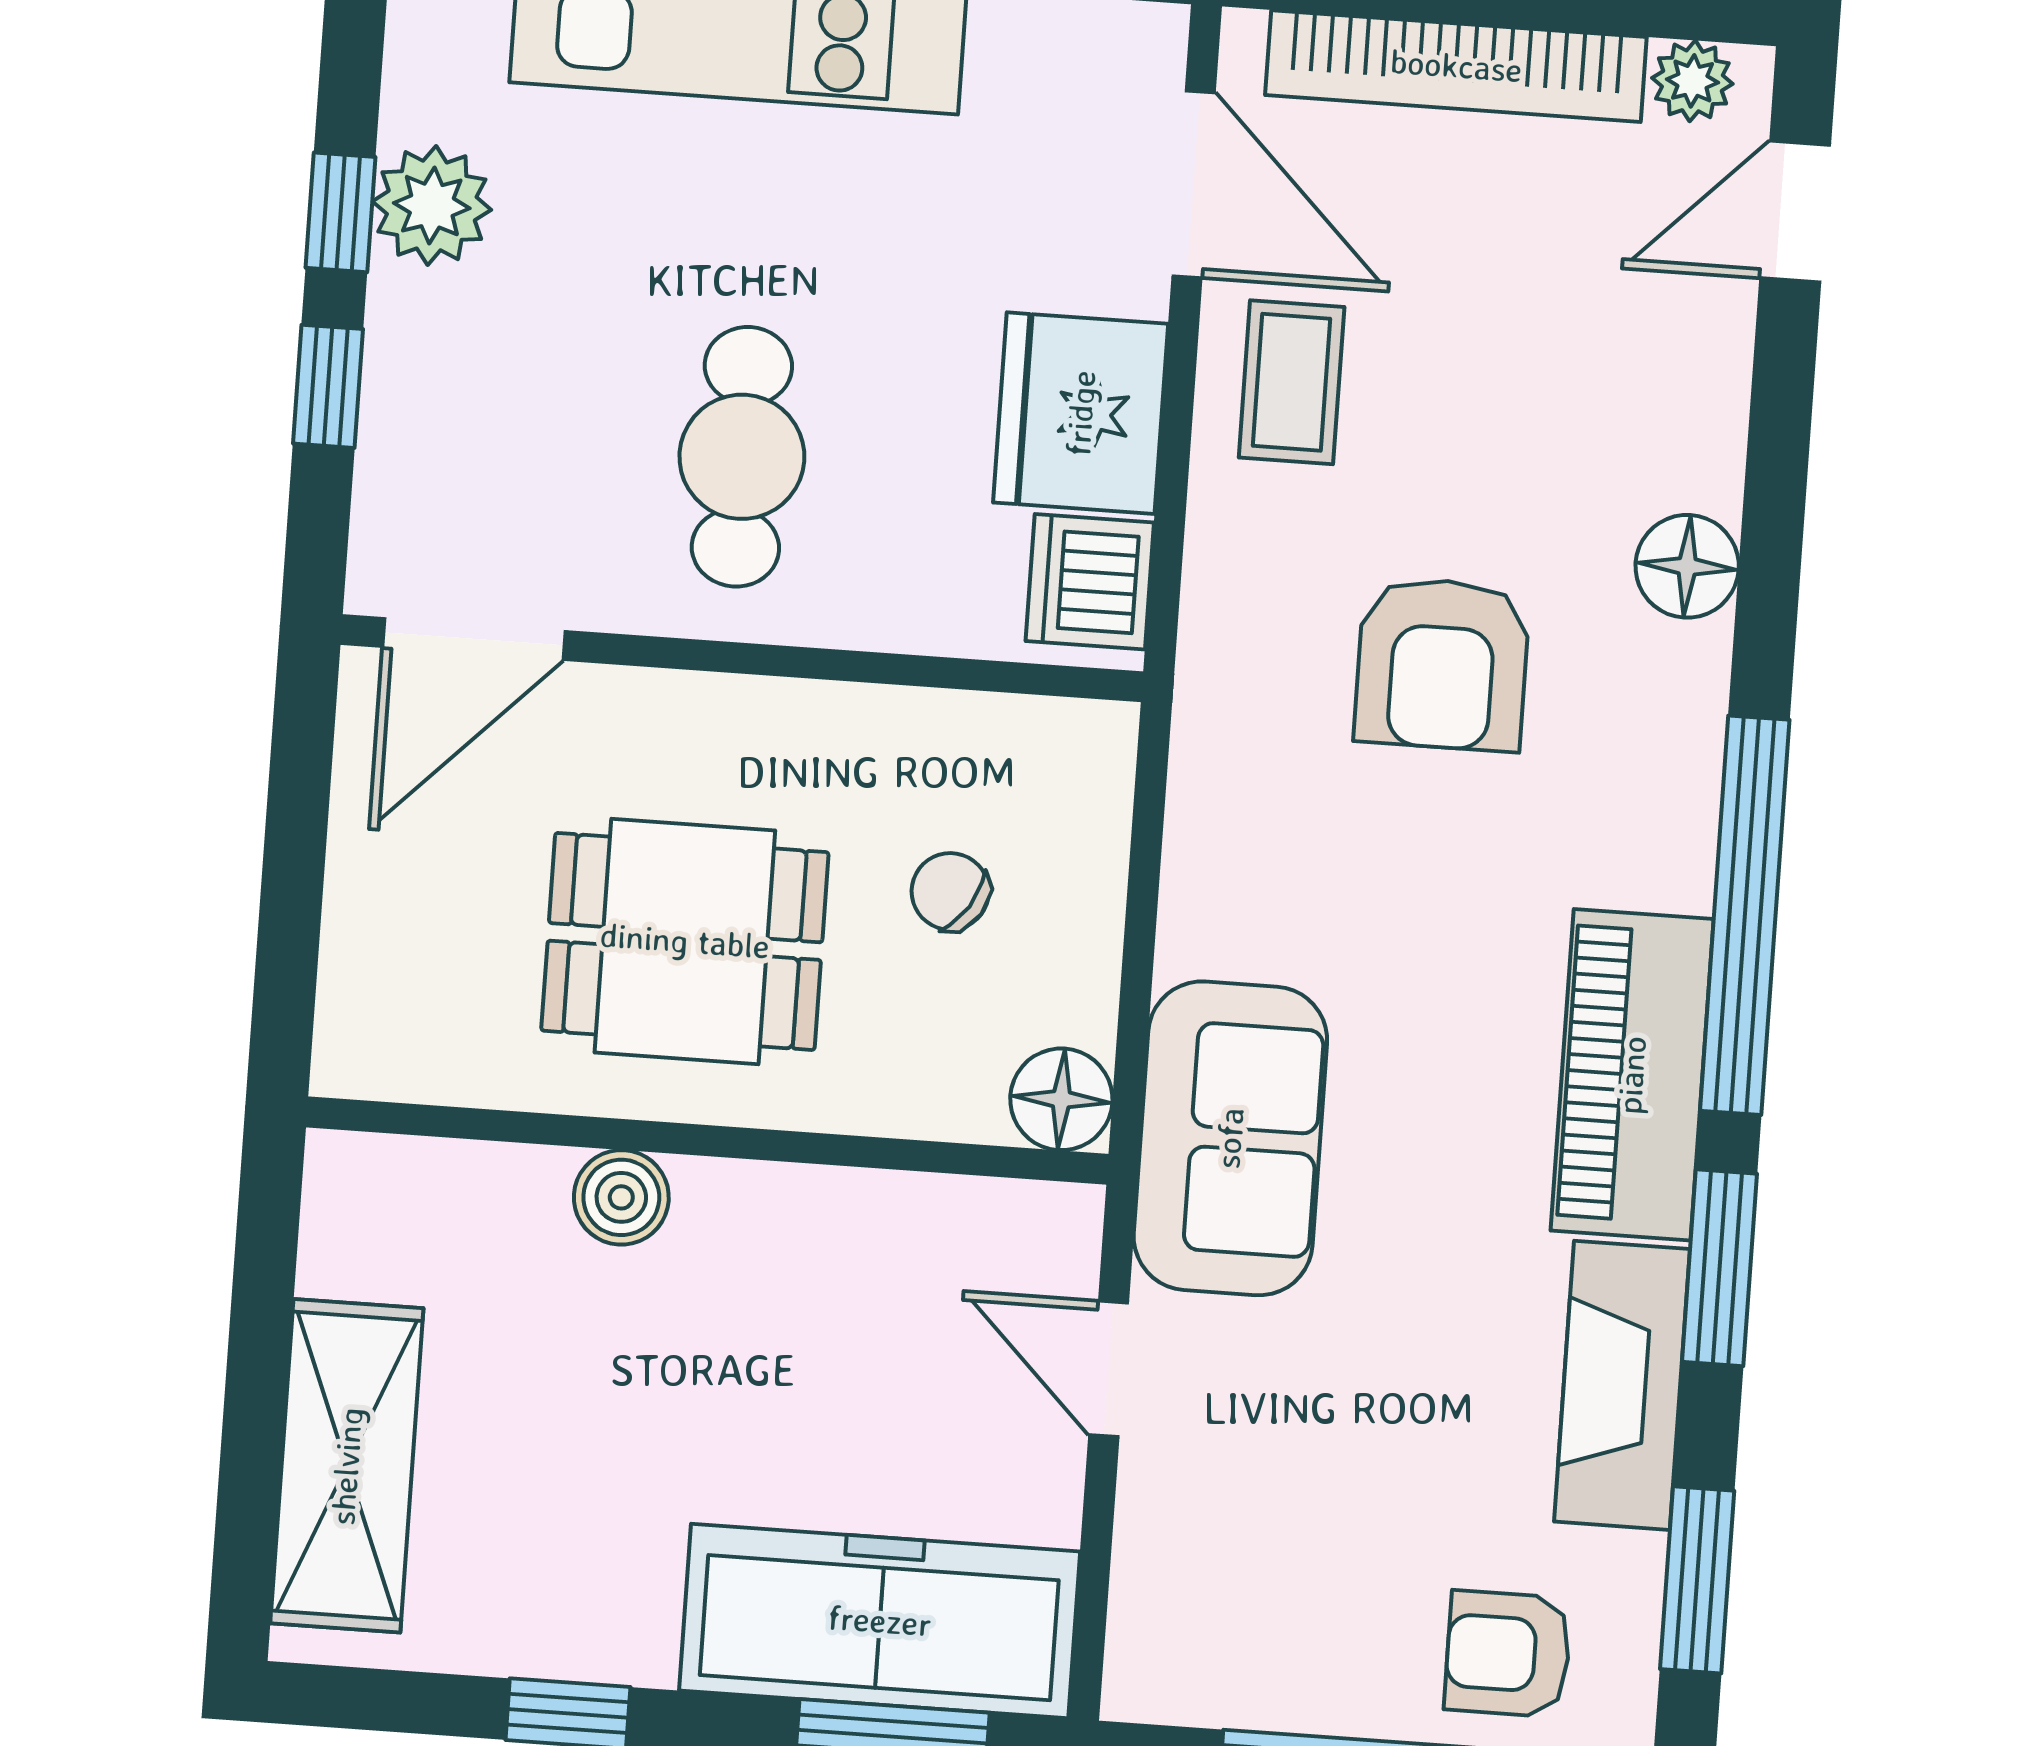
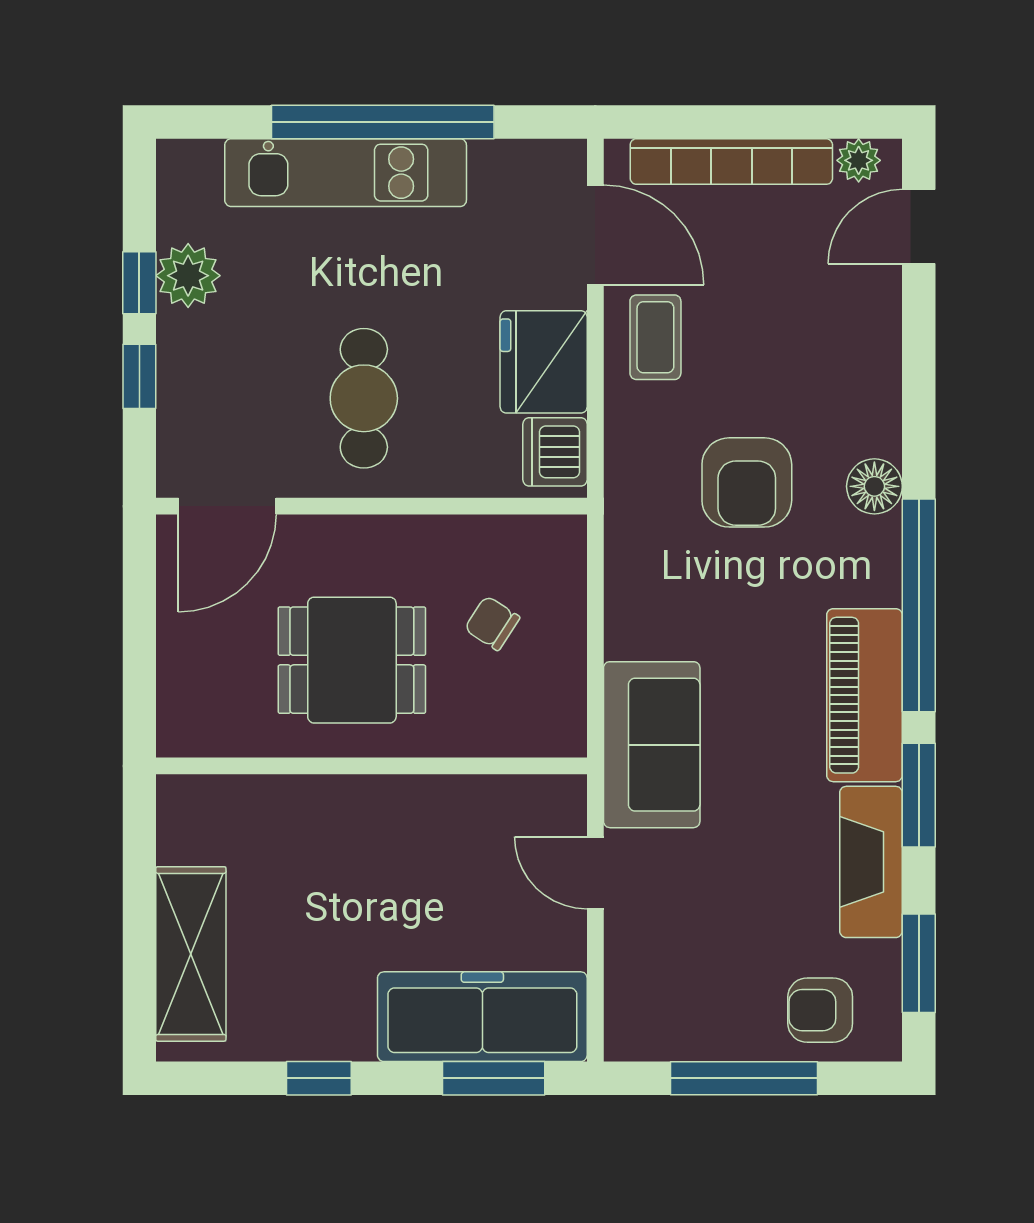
floor lamp: (1687, 566) -> (874, 486), moved
floor lamp: (1061, 1099) -> (560, 730), removed
boiler: (621, 1197) -> (328, 800), removed

